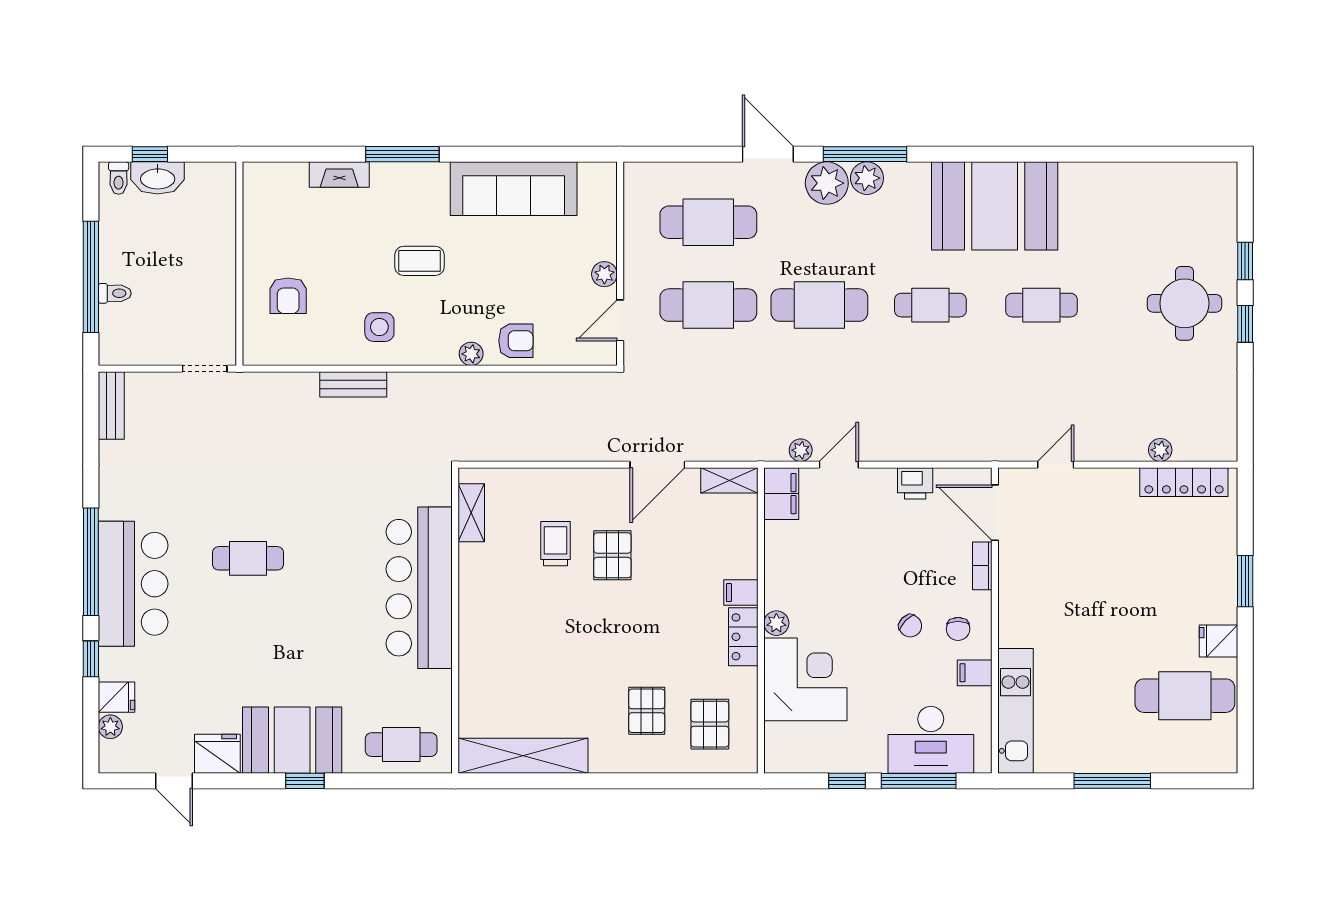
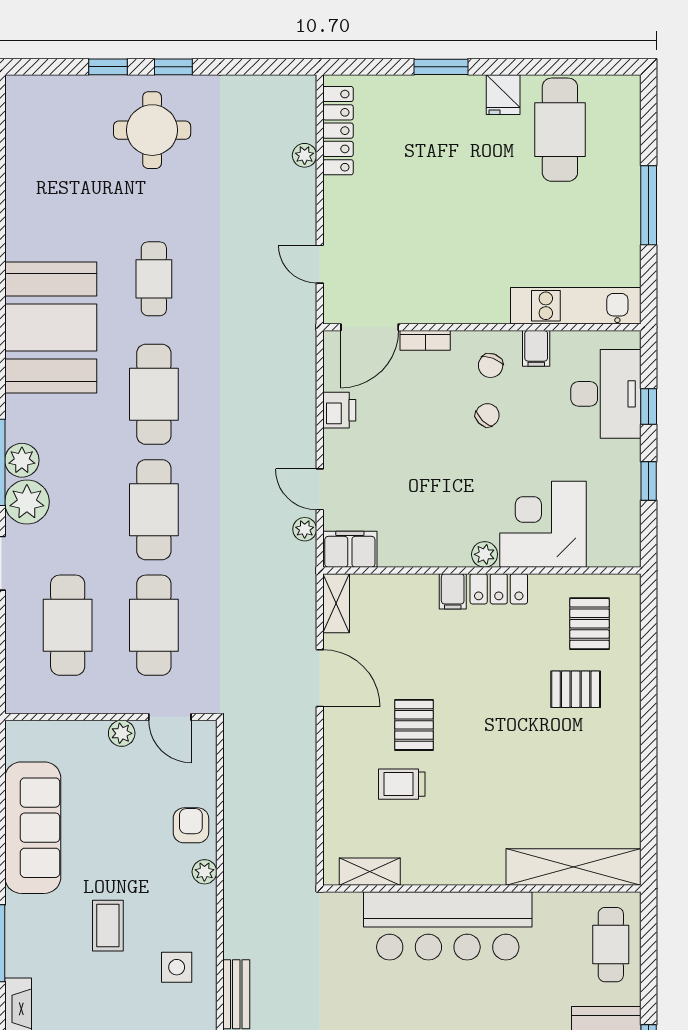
cafe table: (930, 305) -> (154, 394), width x1.37, depth x1.35
pallet: (612, 555) -> (414, 725), turned 90
chair: (958, 629) -> (491, 366), turned 110
pallet: (710, 724) -> (590, 624), turned 90
shelving: (523, 756) -> (573, 867), moved, turned 90
window: (919, 781) -> (649, 406), width x0.46

